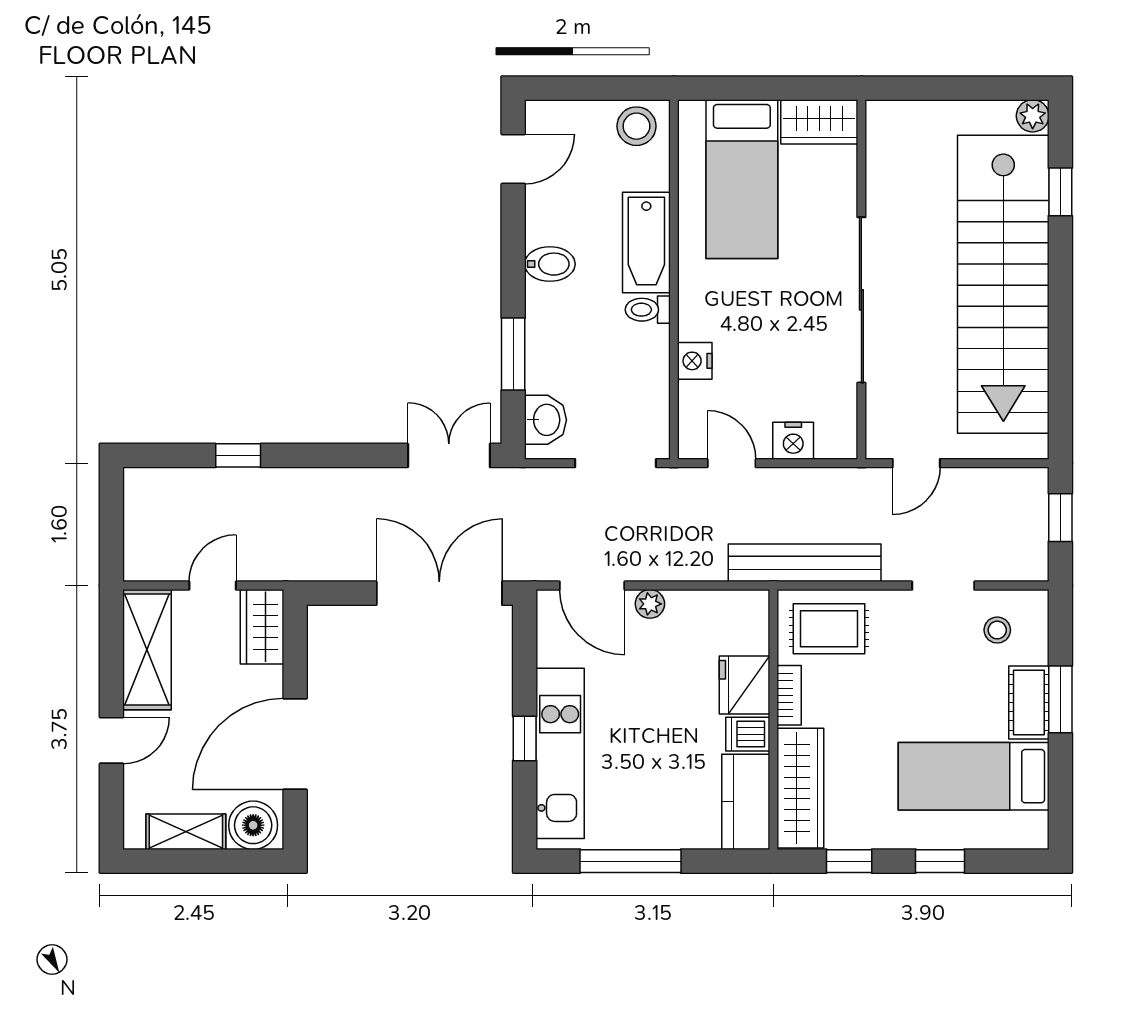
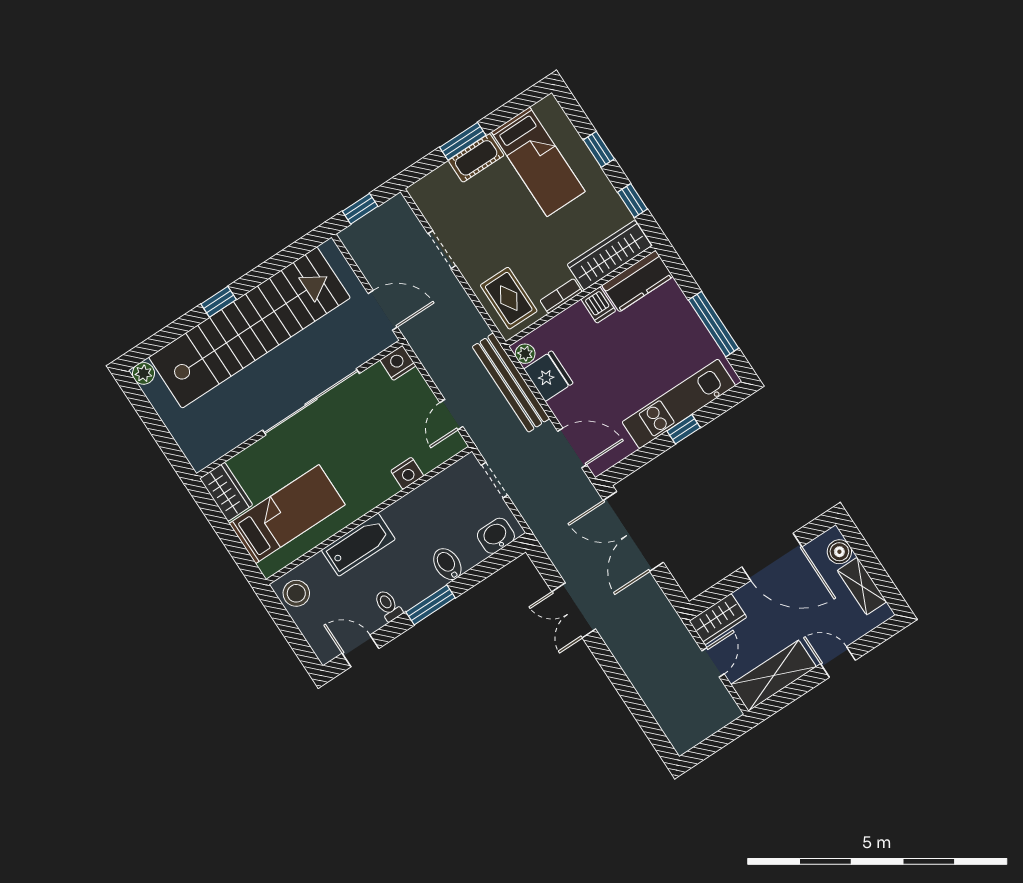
window: (1060, 192) -> (219, 302), moved
bidet: (550, 264) -> (447, 564), moved
toilet: (648, 310) -> (388, 605), moved, turned 180
window: (513, 354) -> (430, 605), moved
nightstand: (793, 441) -> (398, 363), moved, turned -90
window: (238, 455) -> (630, 696), removed
double door: (449, 455) -> (574, 610), moved
doorway: (616, 463) -> (494, 480), width x0.73
door: (916, 463) -> (383, 310), width x1.38
bench: (805, 563) -> (511, 383), moved
door: (213, 586) -> (713, 662), swing flipped
door: (592, 586) -> (572, 448), hinge flipped
plant: (650, 604) -> (525, 354), moved
stool: (997, 630) -> (447, 203), removed
fridge: (745, 685) -> (548, 376), moved, turned -90
boiler: (253, 825) -> (839, 552), width x0.73, depth x0.73

